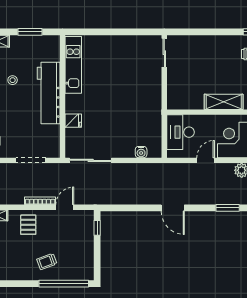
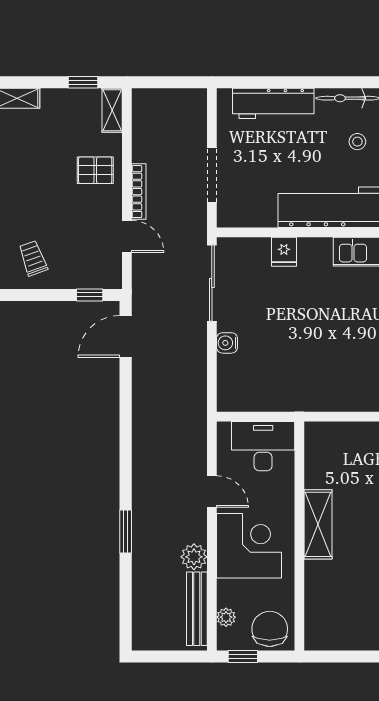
water cooler: (141, 152) -> (227, 343), moved
door: (173, 208) -> (126, 336), moved
trolley: (47, 262) -> (33, 258), moved

